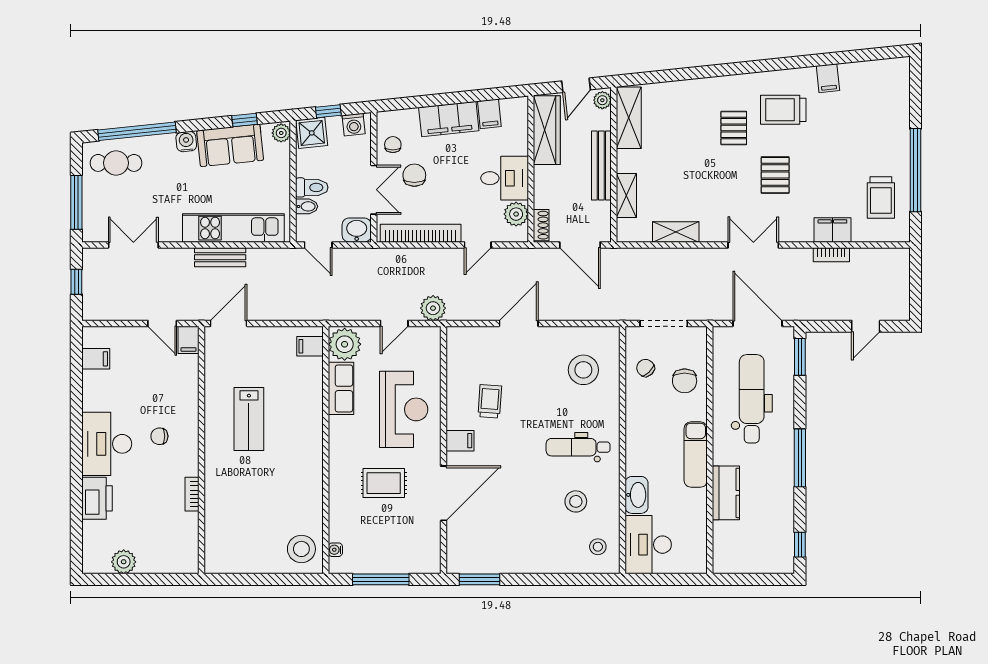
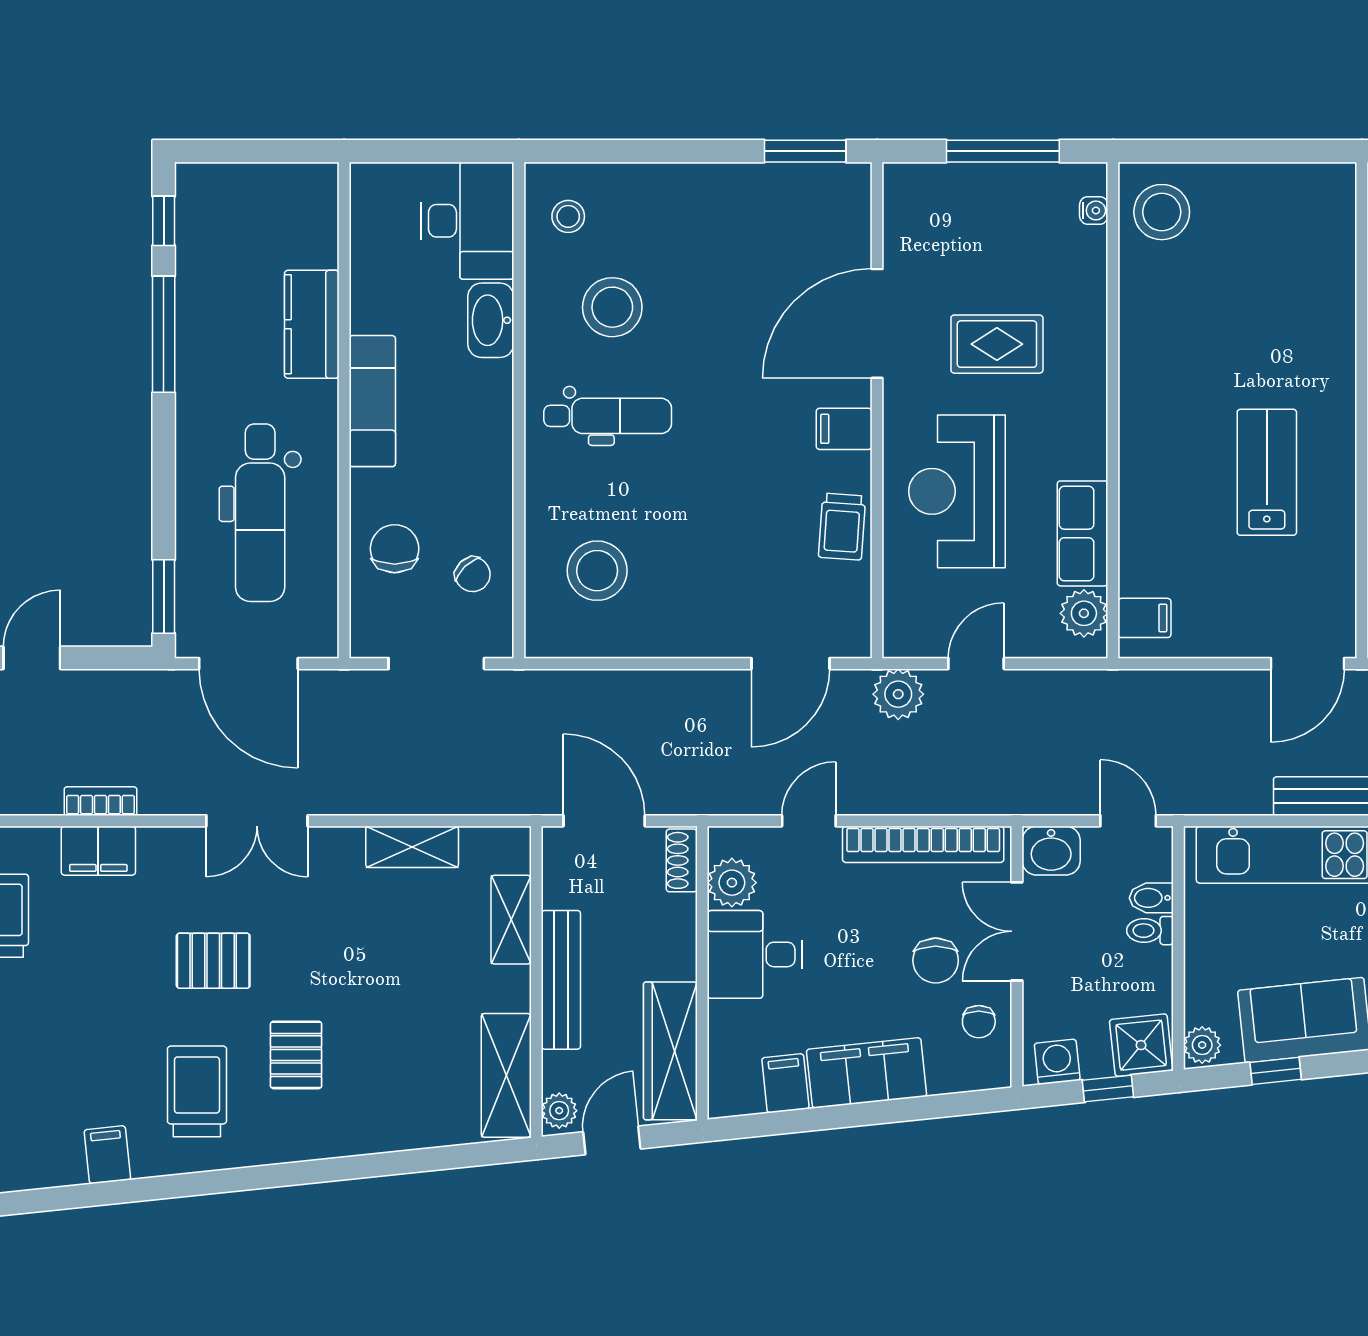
trolley: (783, 110) -> (197, 1091), turned -90
pallet: (775, 175) -> (213, 961), turned 90
toilet: (312, 187) -> (1150, 931), width x0.73, depth x0.72
door: (519, 323) -> (790, 664), moved
plant: (345, 344) -> (1084, 613), width x0.73, depth x0.73
trolley: (490, 401) -> (842, 527), moved
window: (800, 458) -> (164, 334), moved
stool: (576, 501) -> (612, 307), width x1.38, depth x1.38

